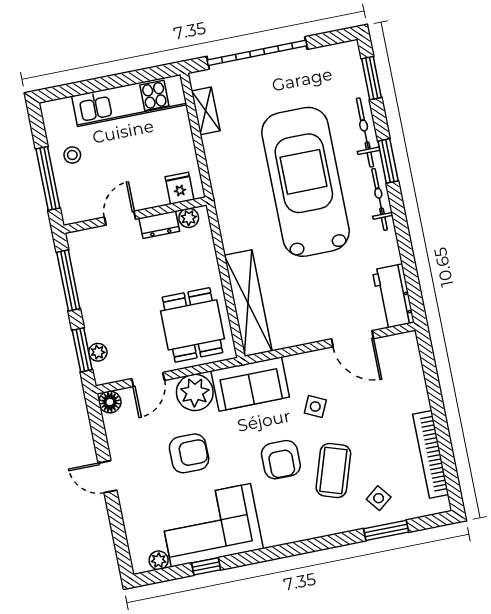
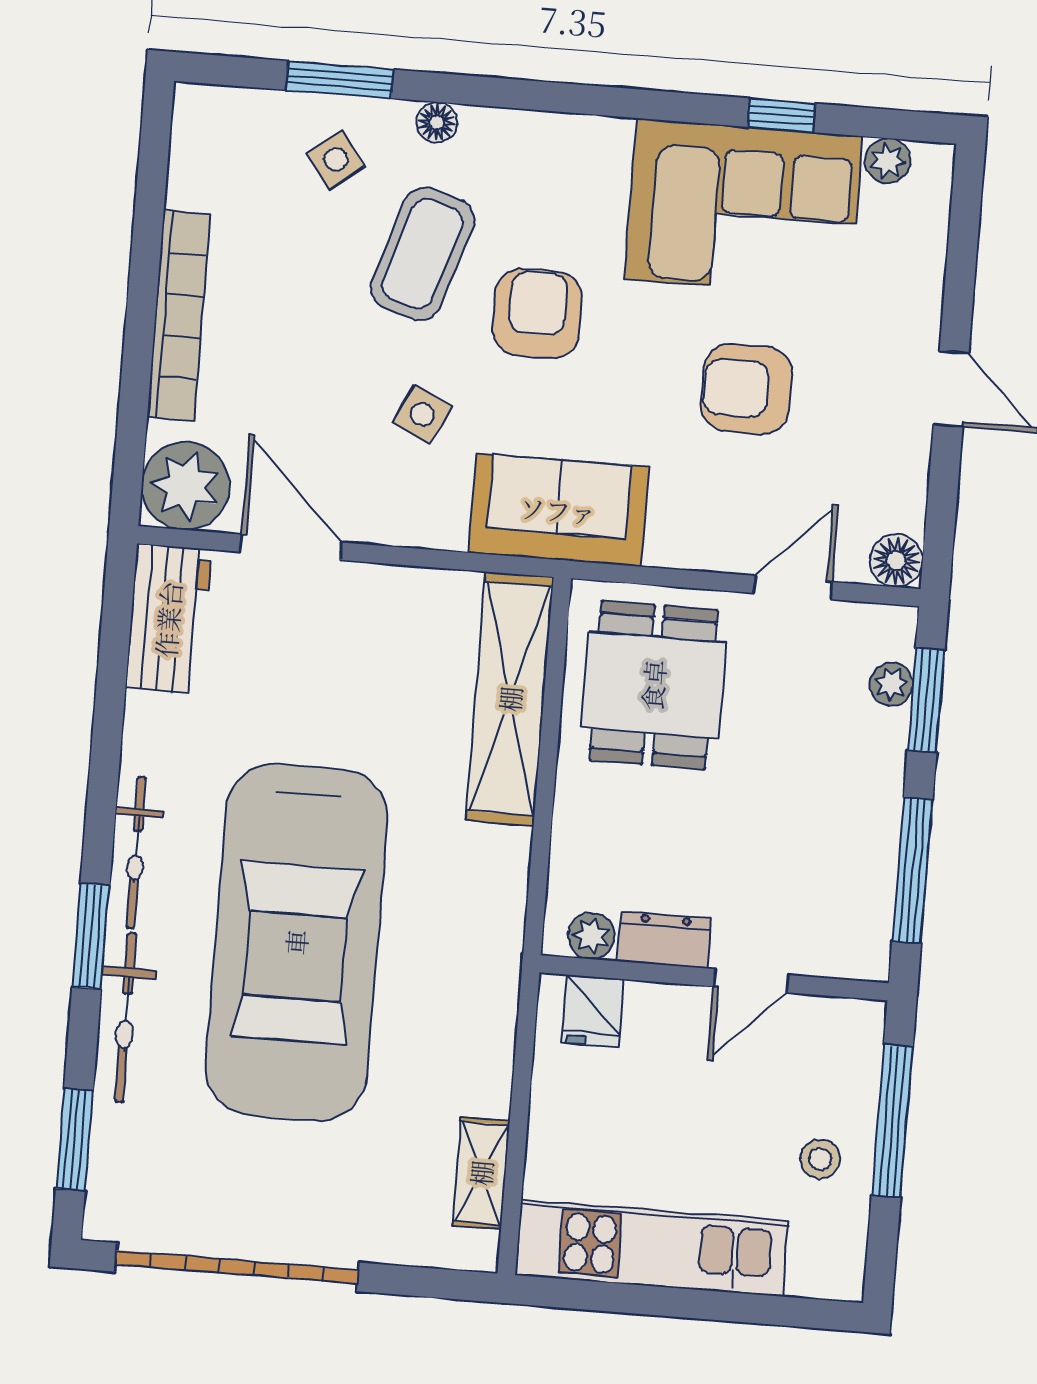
garage door: (257, 53) -> (237, 1267), moved
plant: (195, 392) -> (186, 486), moved
bookcase: (431, 454) -> (179, 315), moved
floor lamp: (343, 524) -> (437, 122), added

